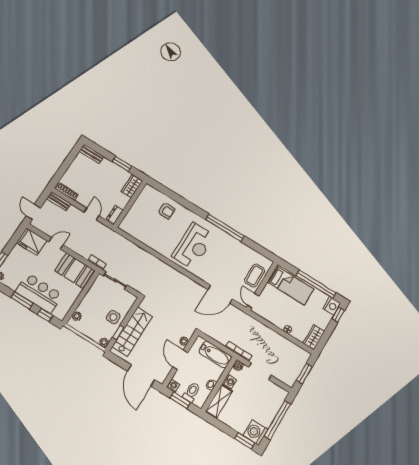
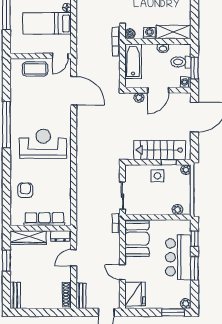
wardrobe: (132, 186) -> (28, 237), width x1.50
row of seats: (135, 211) -> (44, 219), added
bed: (290, 286) -> (47, 23), moved, turned -90

